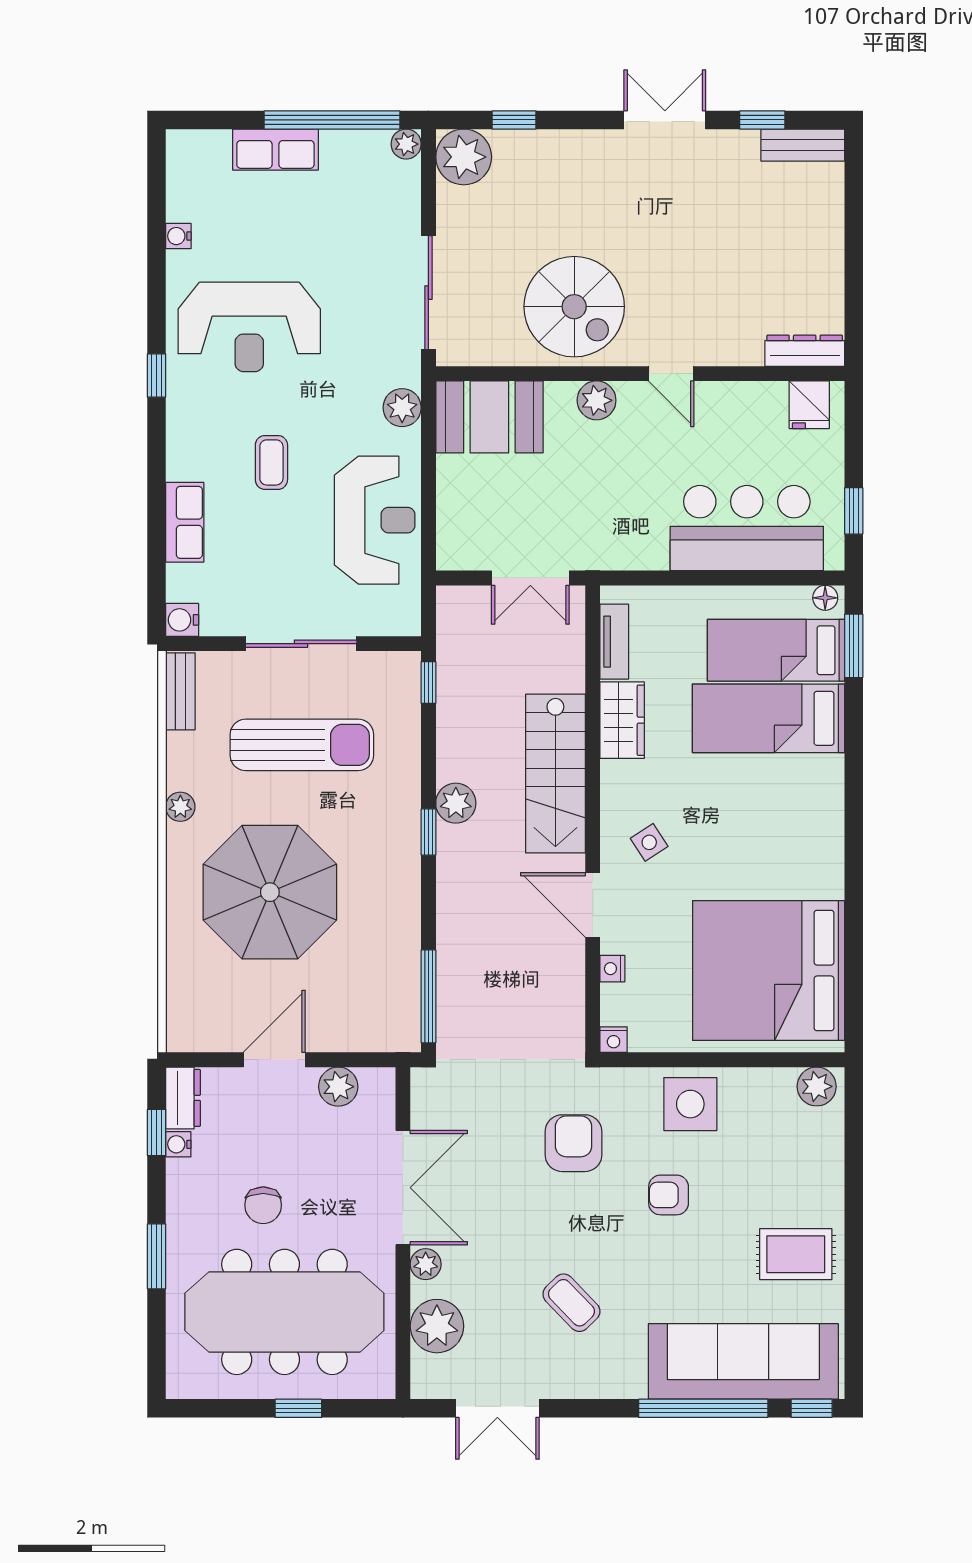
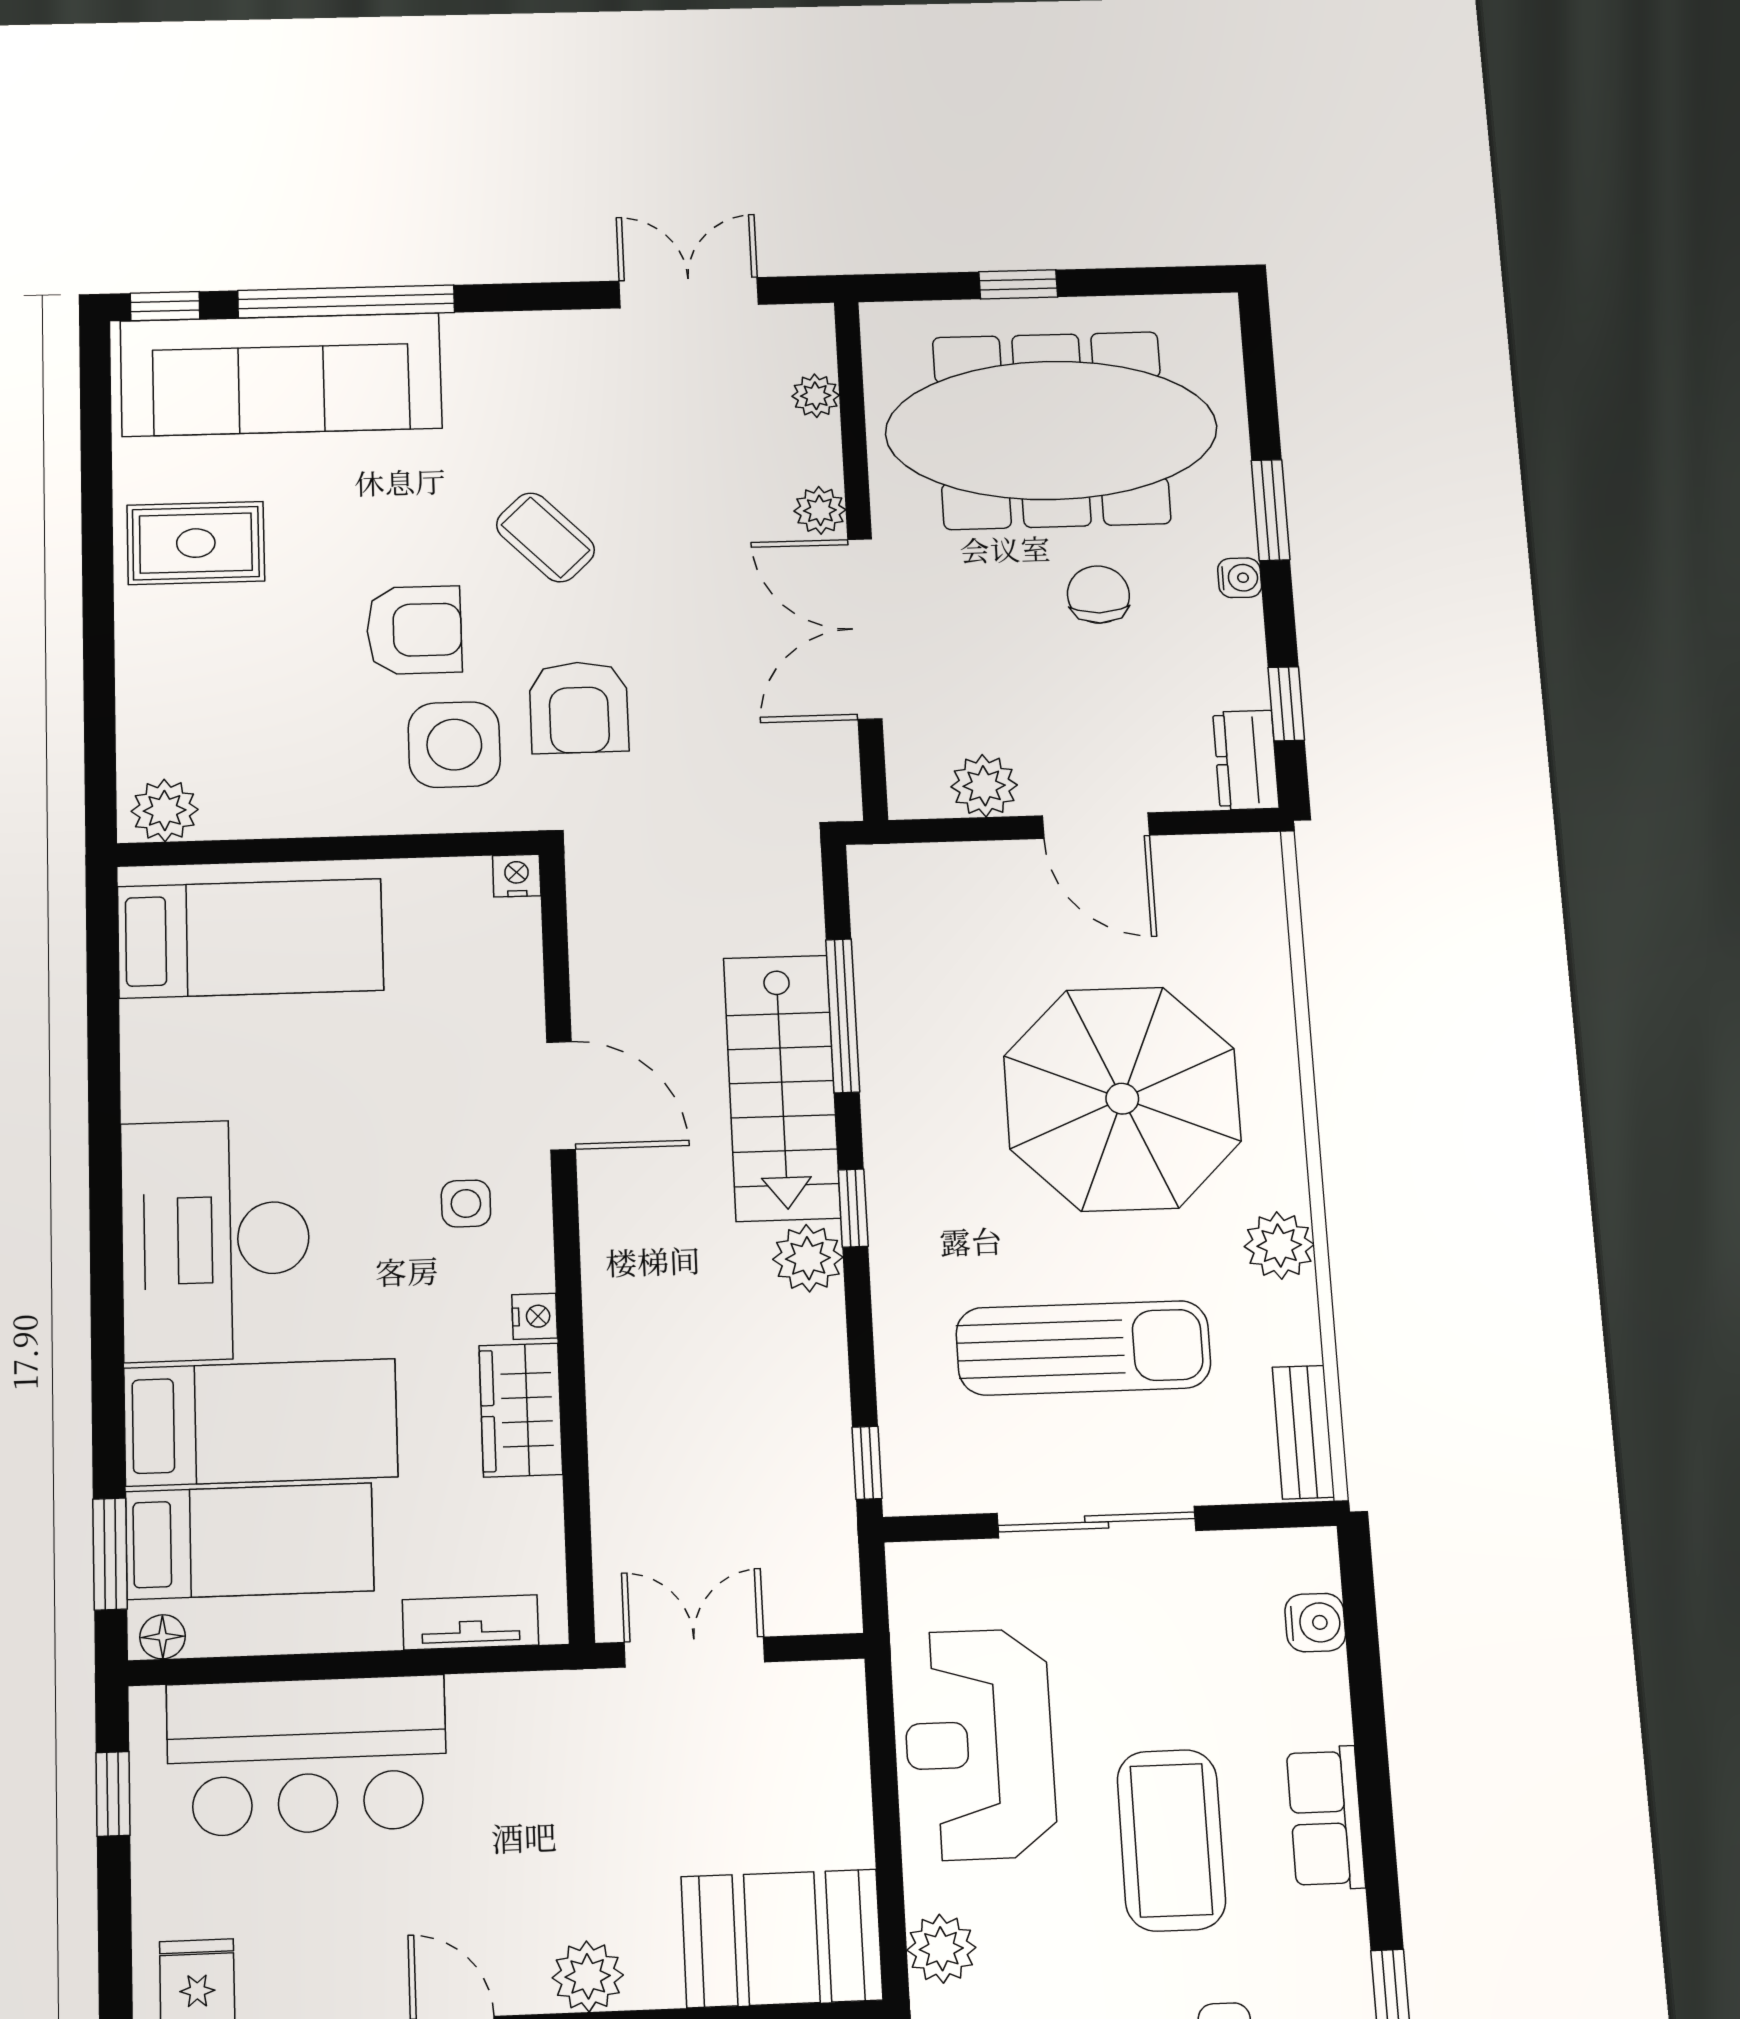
coffee table: (271, 462) -> (1171, 1840), width x1.86, depth x1.72
row of seats: (185, 522) -> (1326, 1818), moved
water cooler: (182, 620) -> (1315, 1623), moved
tv unit: (614, 642) -> (470, 1622), moved, turned 90
sun lounger: (302, 745) -> (1083, 1348), turned 180
stairs: (555, 774) -> (782, 1088), moved, turned 180
plant: (180, 807) -> (1279, 1245), width x1.38, depth x1.38
desk: (792, 826) -> (216, 1240), added
side table: (649, 842) -> (466, 1204), turned 33
nightstand: (612, 969) -> (535, 1316), moved
bed: (769, 970) -> (250, 938), width x0.49
window: (428, 996) -> (843, 1016), moved
door: (274, 1060) -> (1096, 826), hinge flipped
side table: (690, 1104) -> (454, 745), moved
water cooler: (178, 1144) -> (1240, 578), moved
armchair: (669, 1195) -> (414, 630), width x1.38, depth x1.38
coffee table: (571, 1303) -> (545, 537), moved
plant: (437, 1326) -> (816, 396), width x0.53, depth x0.53

